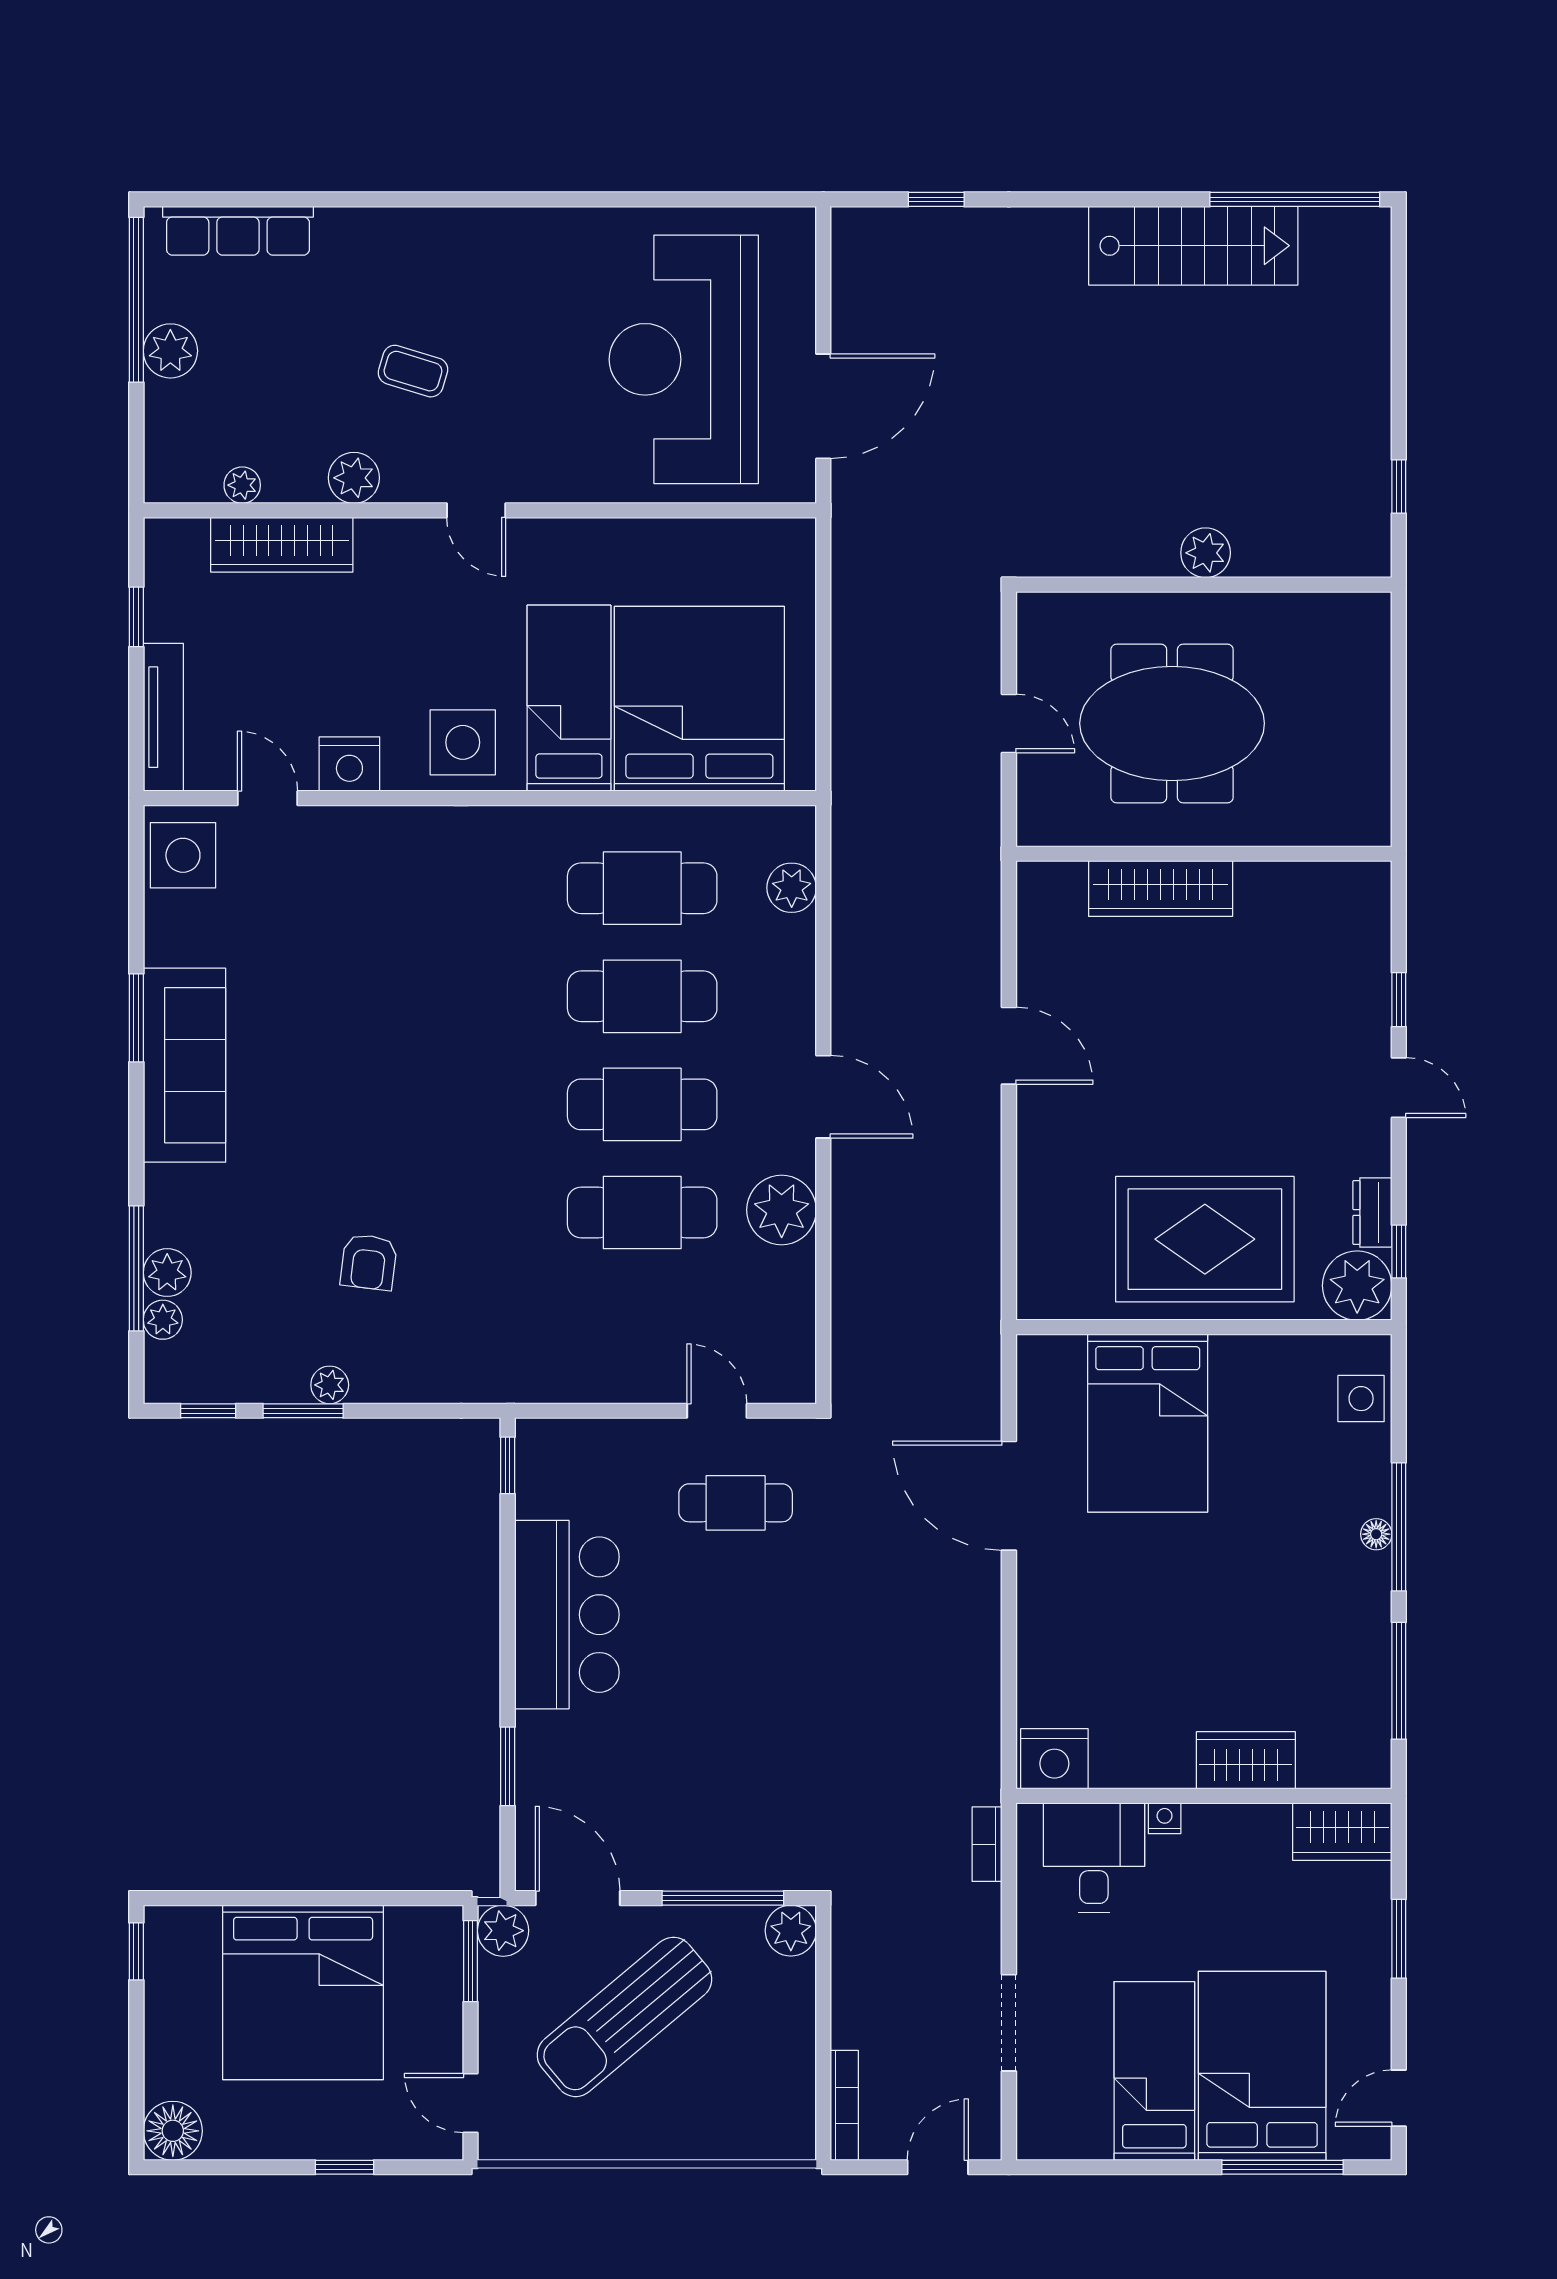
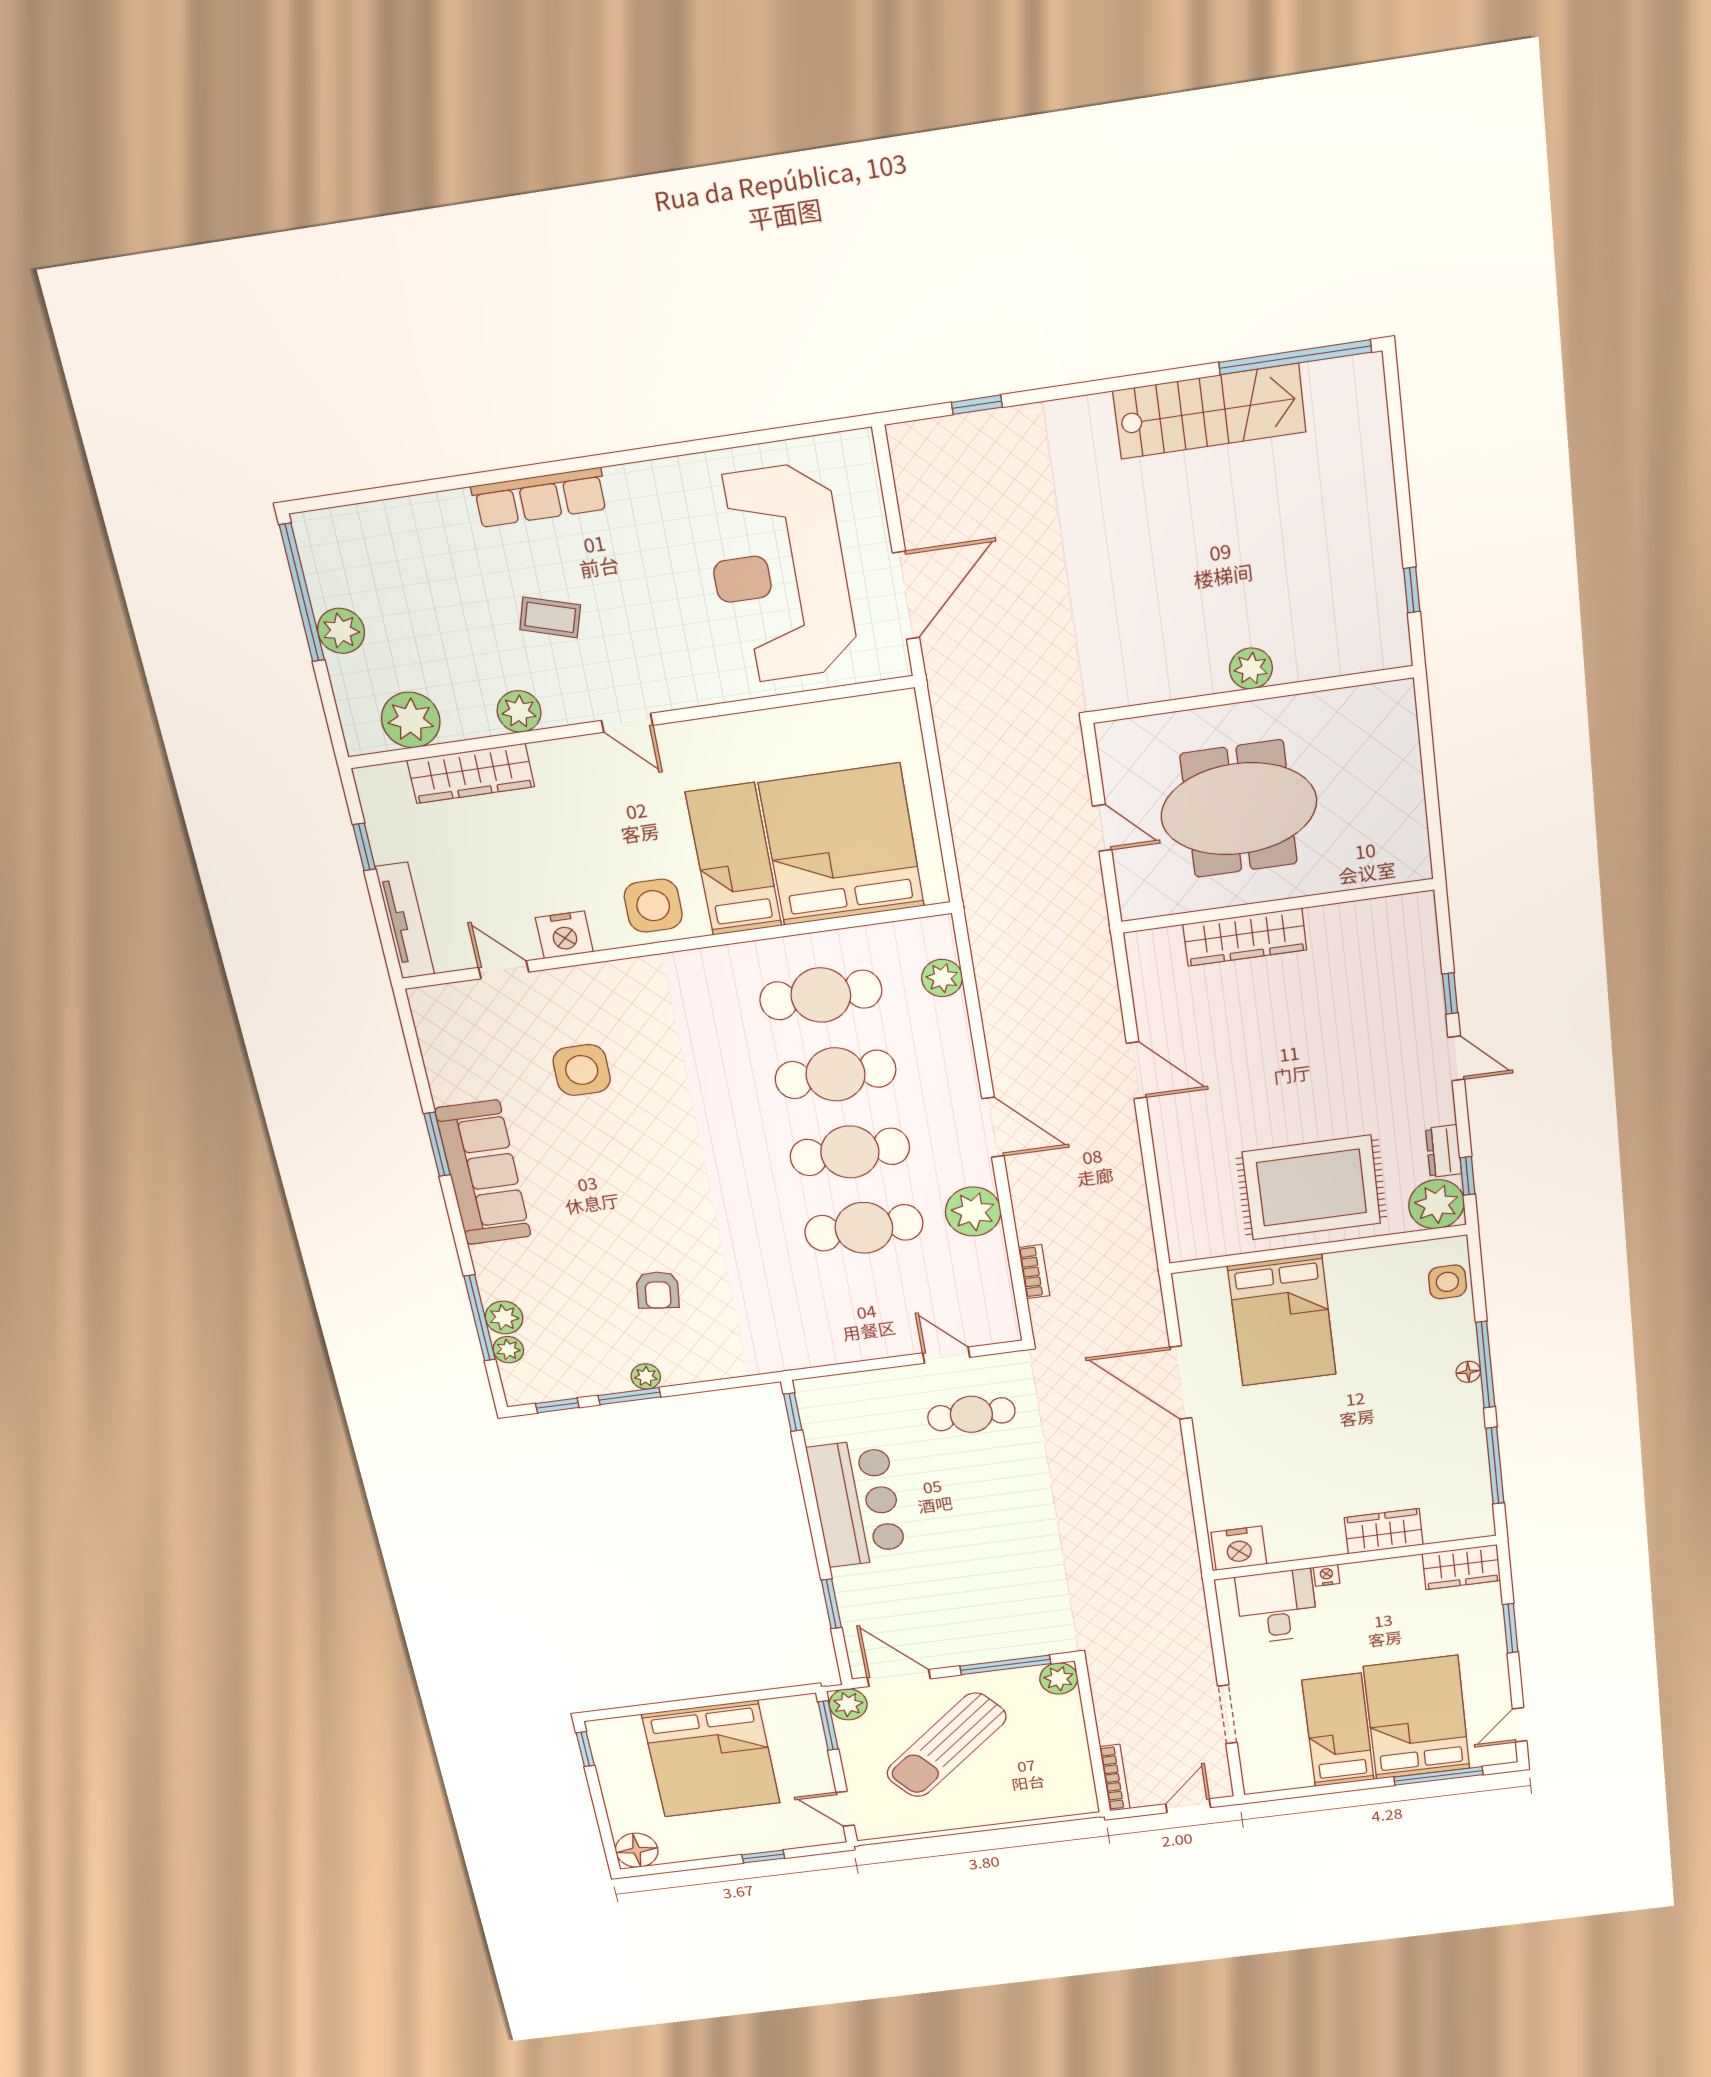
row of seats: (238, 231) -> (540, 498), moved
plant: (242, 485) -> (411, 720), width x1.88, depth x1.88
side table: (183, 855) -> (582, 1070), moved
bookcase: (987, 1844) -> (1034, 1272), moved, turned 180

